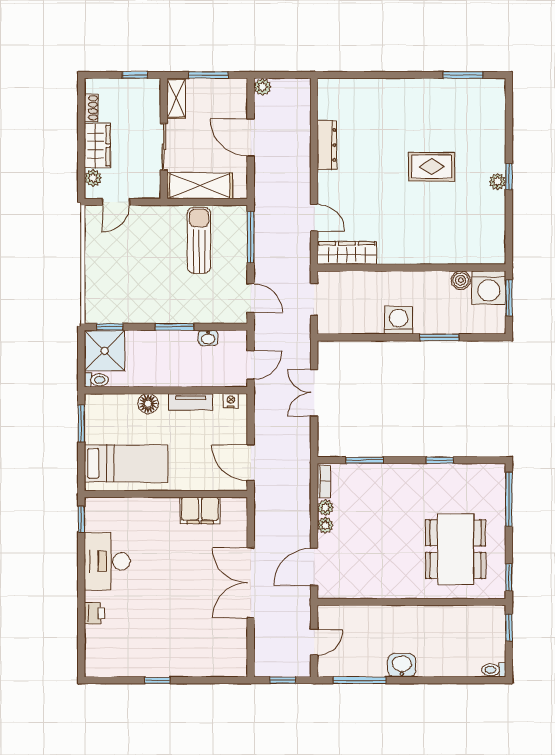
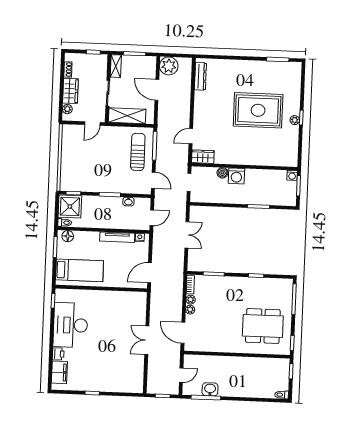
plant: (262, 87) -> (169, 66), width x1.88, depth x1.88
dresser: (327, 145) -> (200, 76), moved
rug: (432, 167) -> (258, 110), width x1.86, depth x2.06
door: (116, 202) -> (92, 124), moved
door: (314, 217) -> (191, 136), swing flipped
sun lounger: (199, 240) -> (138, 152), moved
wardrobe: (347, 253) -> (203, 157), width x0.67
boiler: (461, 280) -> (222, 173), moved
washing machine: (489, 288) -> (292, 175), width x0.53, depth x0.53
washing machine: (399, 320) -> (236, 176), moved, turned 180
double door: (314, 393) -> (187, 235), swing flipped
tv unit: (191, 402) -> (117, 237), width x1.41
floor lamp: (148, 404) -> (68, 236), moved
door: (251, 463) -> (150, 273), hinge flipped
filing cabinet: (200, 511) -> (59, 372), moved, turned -90
dining table: (456, 549) -> (263, 326), turned 90
desk: (107, 561) -> (70, 325), width x1.36, depth x1.30
door: (314, 567) -> (183, 333), hinge flipped
double door: (251, 583) -> (147, 340), width x0.73
washbasin: (402, 665) -> (210, 389), moved

